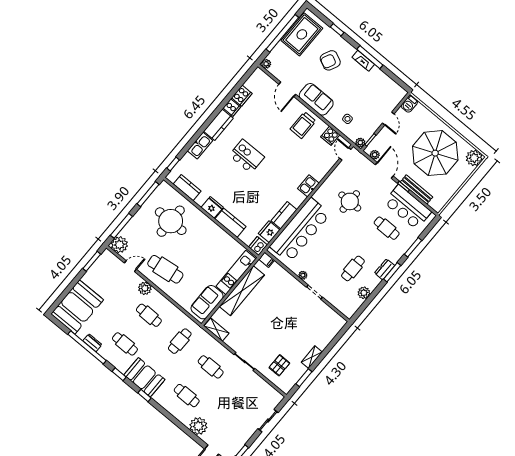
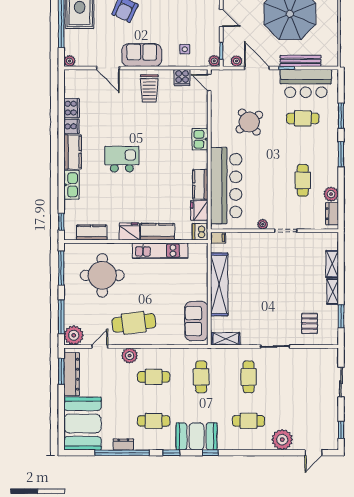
round table: (350, 201) -> (249, 122), turned -37
dresser: (97, 269) -> (72, 374), added
dresser: (385, 269) -> (332, 214), moved
kitchen unit: (236, 272) -> (160, 251), moved, turned -90
shelving: (326, 339) -> (332, 264), added
cafe table: (211, 367) -> (249, 377), turned 90

